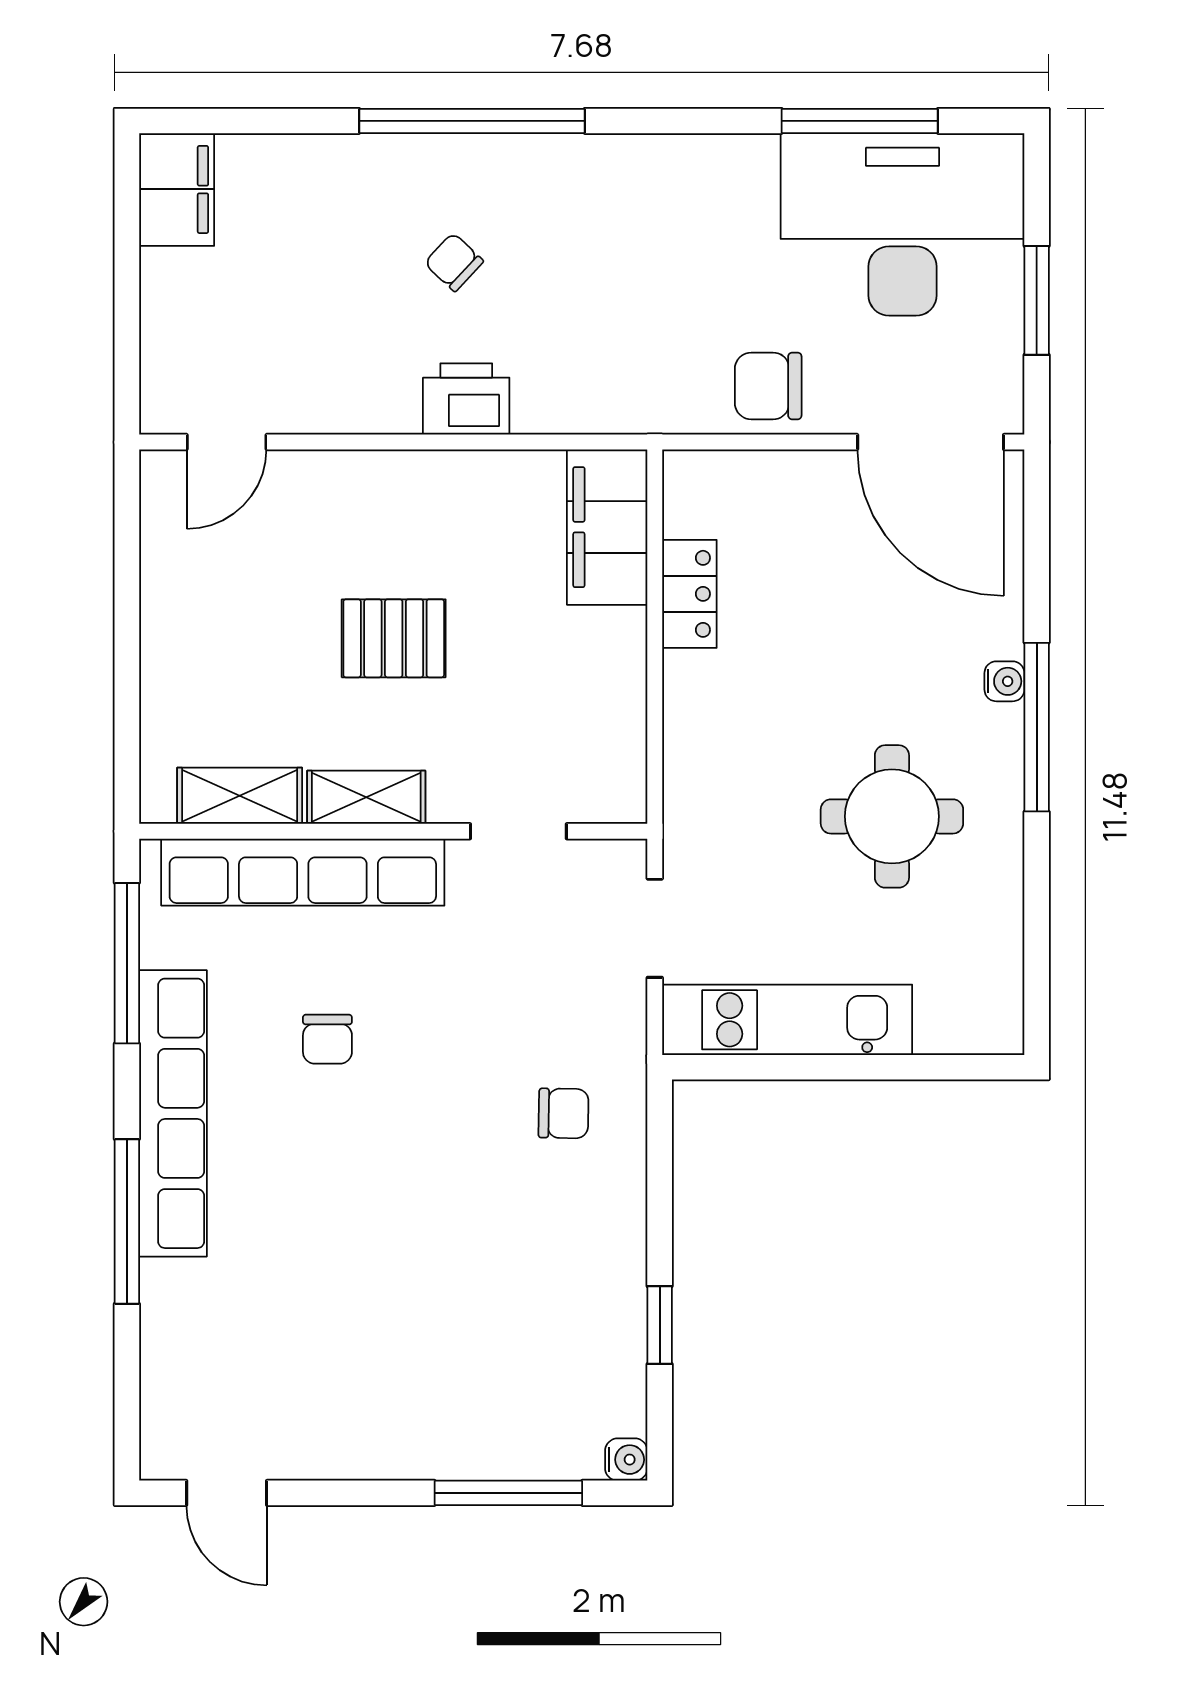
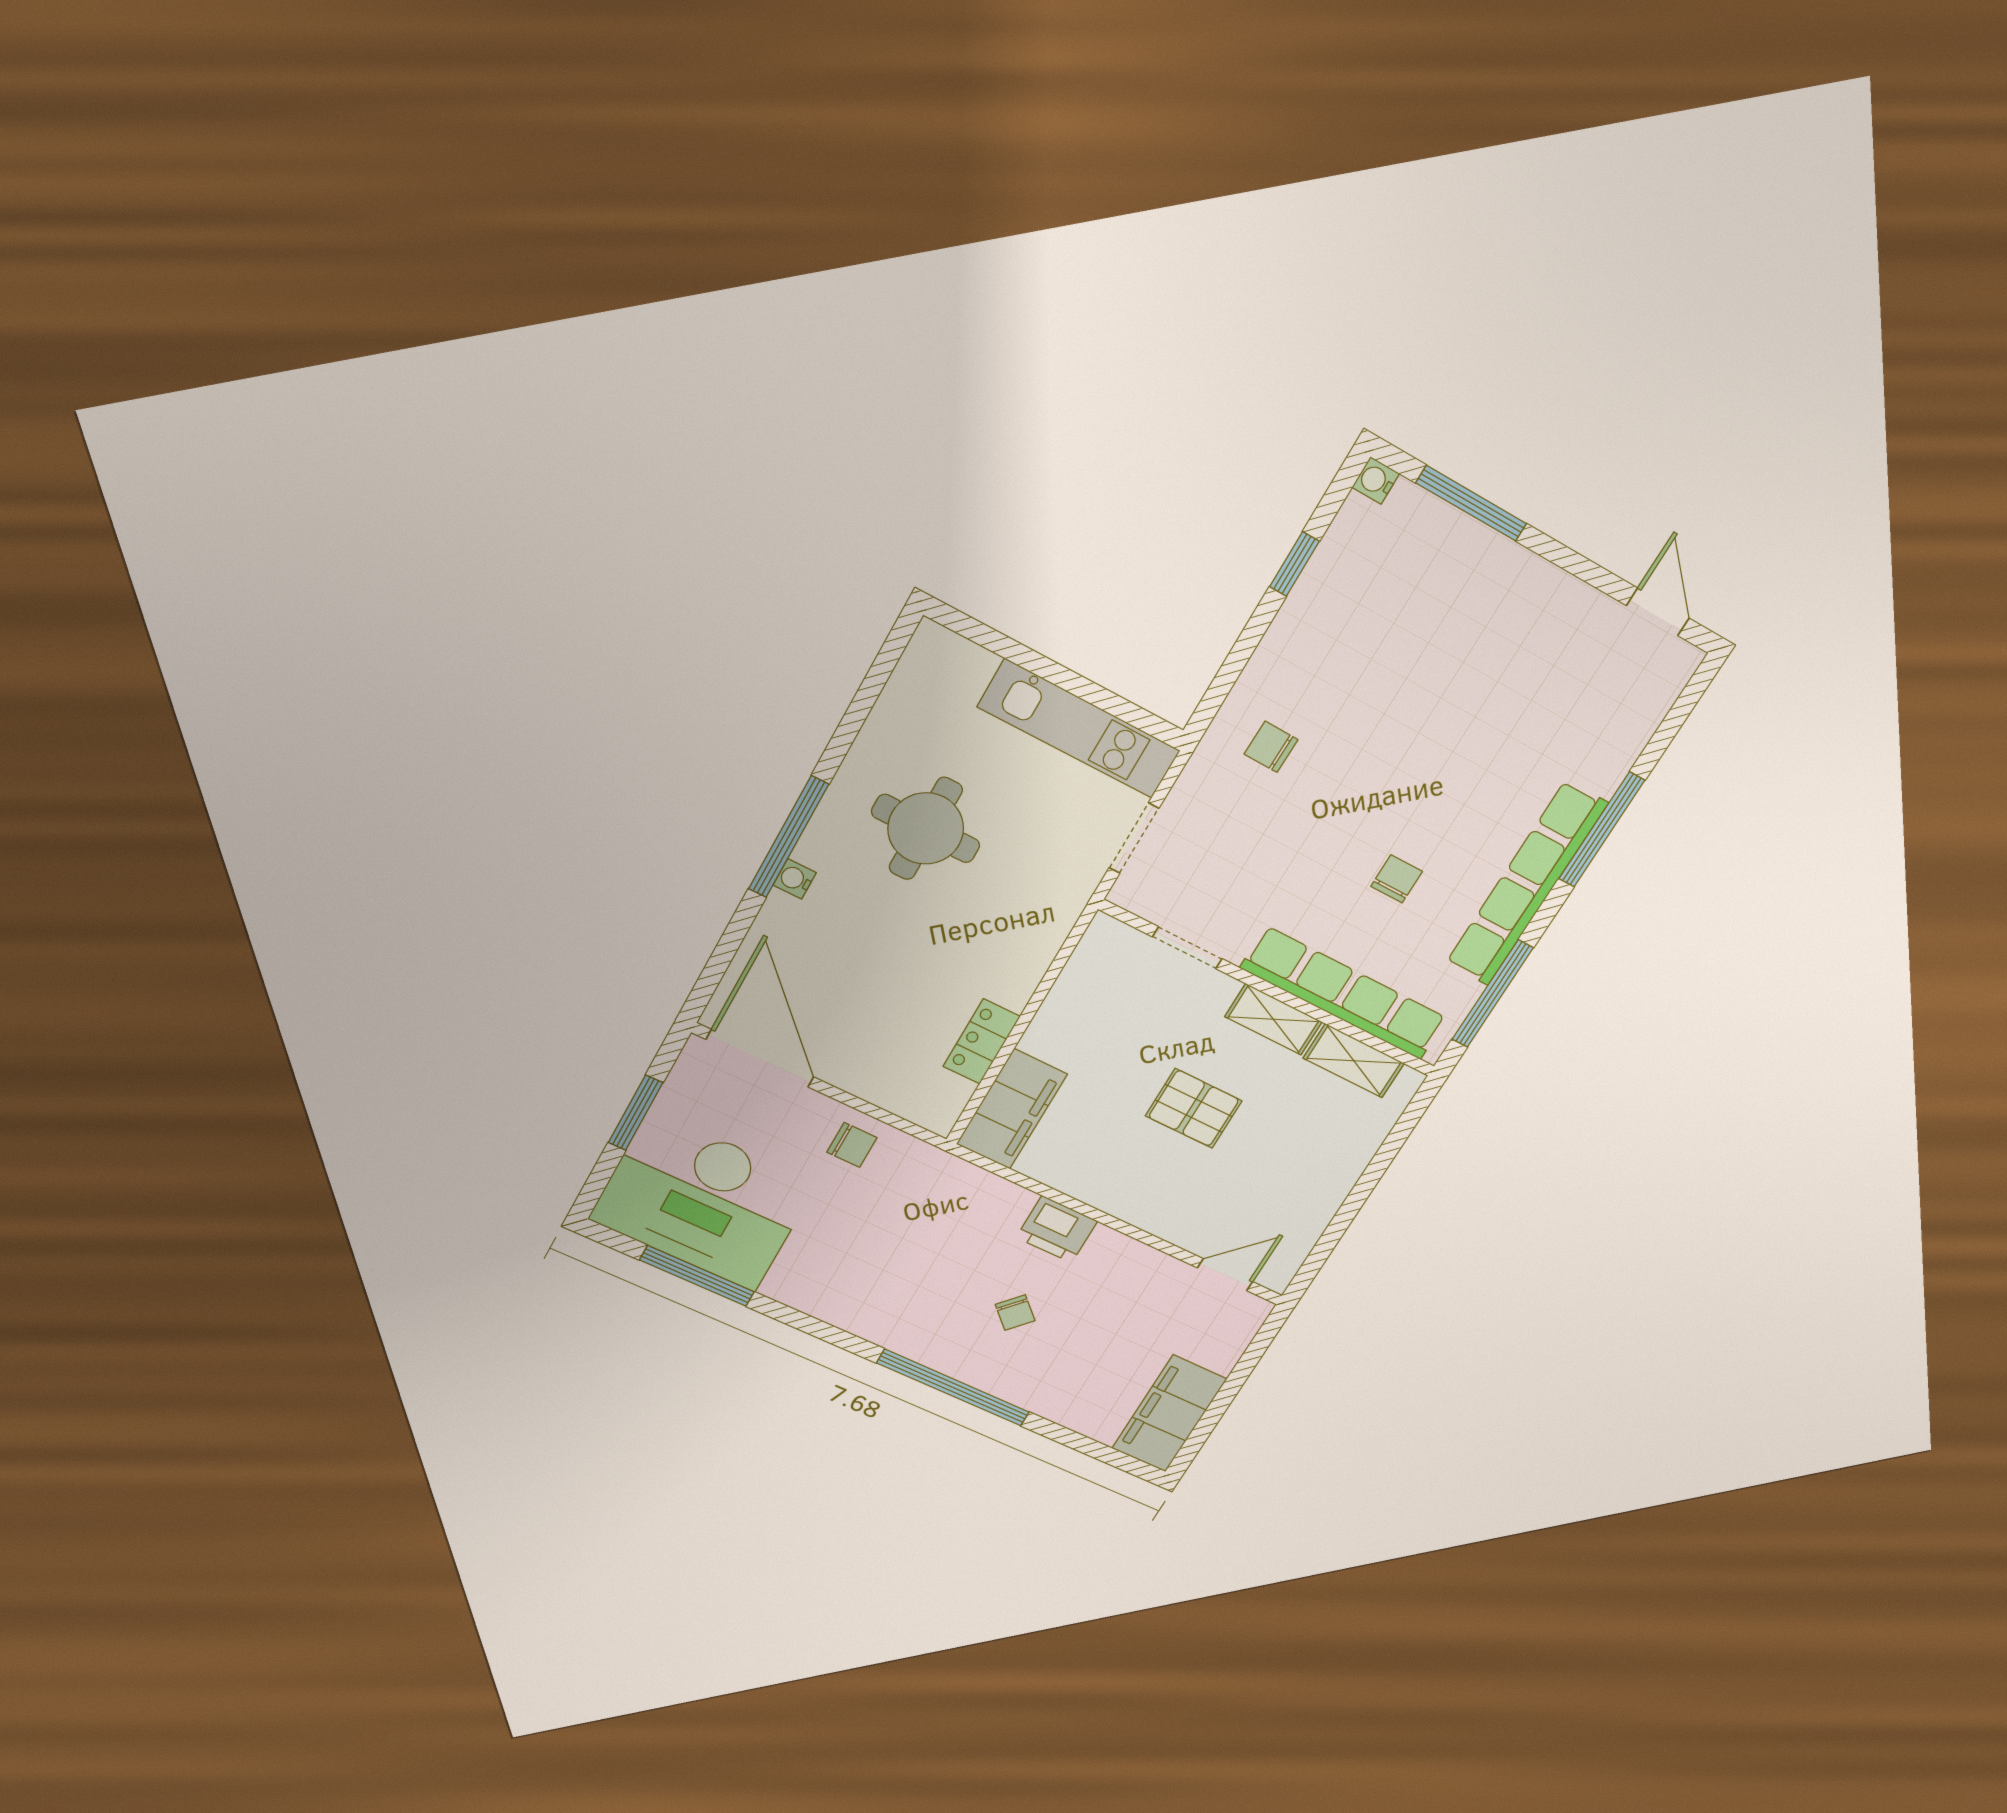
filing cabinet: (177, 189) -> (1169, 1414), width x1.50, depth x1.17
chair: (768, 386) -> (852, 1145), width x0.73, depth x0.73

